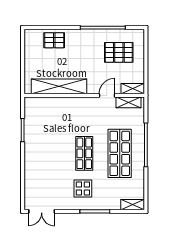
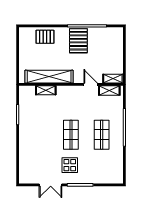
pallet: (119, 52) -> (78, 41), moved, turned 90
door: (107, 95) -> (91, 84), hinge flipped
shop shelf: (120, 153) -> (102, 135), width x0.70, depth x0.74
shelving: (133, 205) -> (46, 90), moved
double door: (42, 211) -> (51, 185), moved

